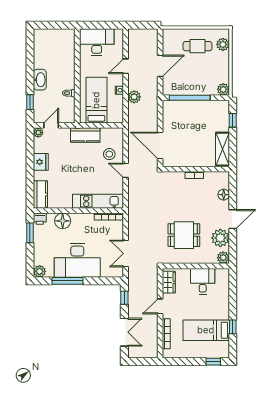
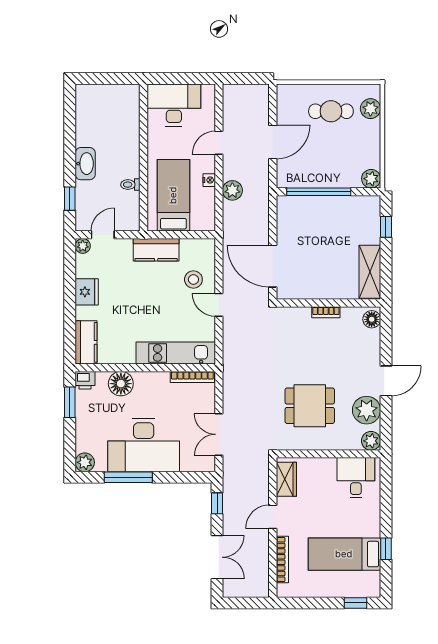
floor lamp: (224, 195) -> (372, 319), moved
desk: (203, 281) -> (356, 478), moved

